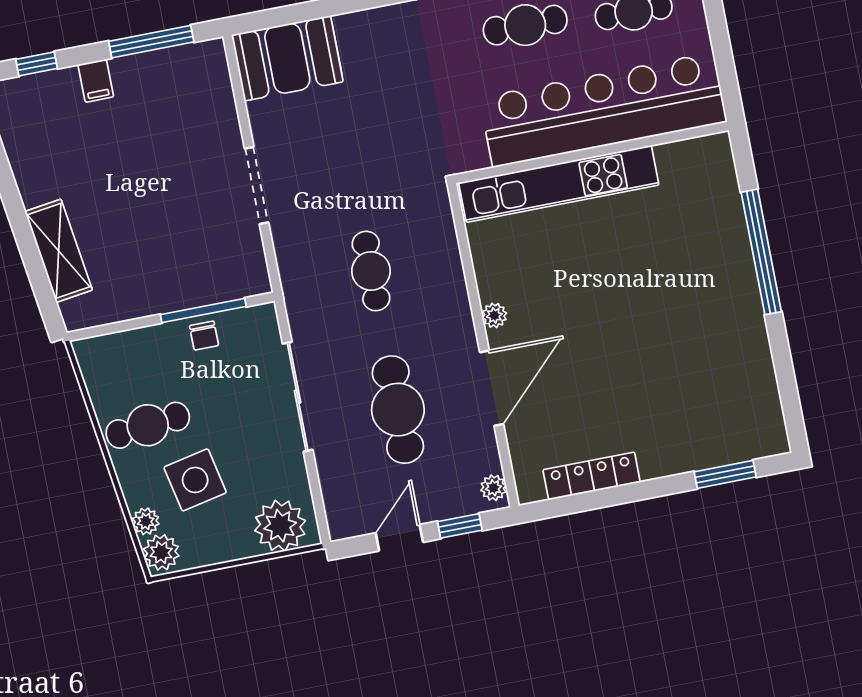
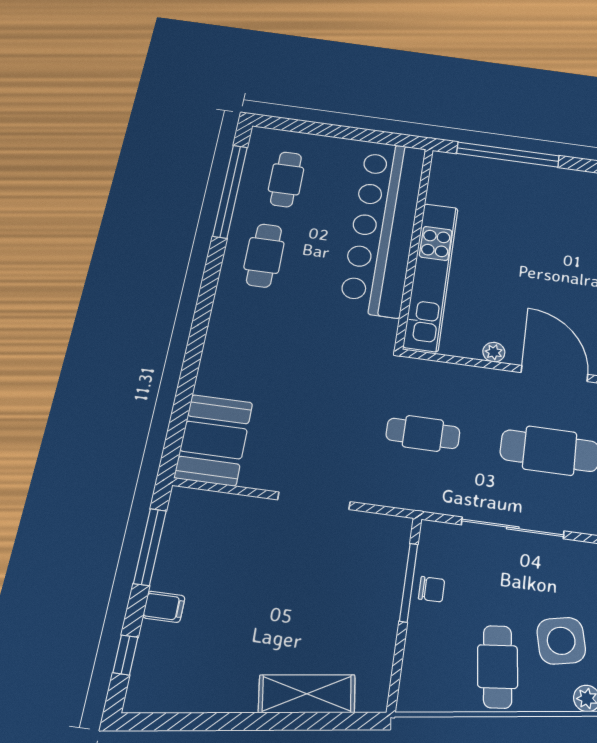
bar counter: (603, 110) -> (383, 227), moved
wall: (592, 153) -> (414, 246), moved
kitchen unit: (559, 184) -> (431, 276), moved

